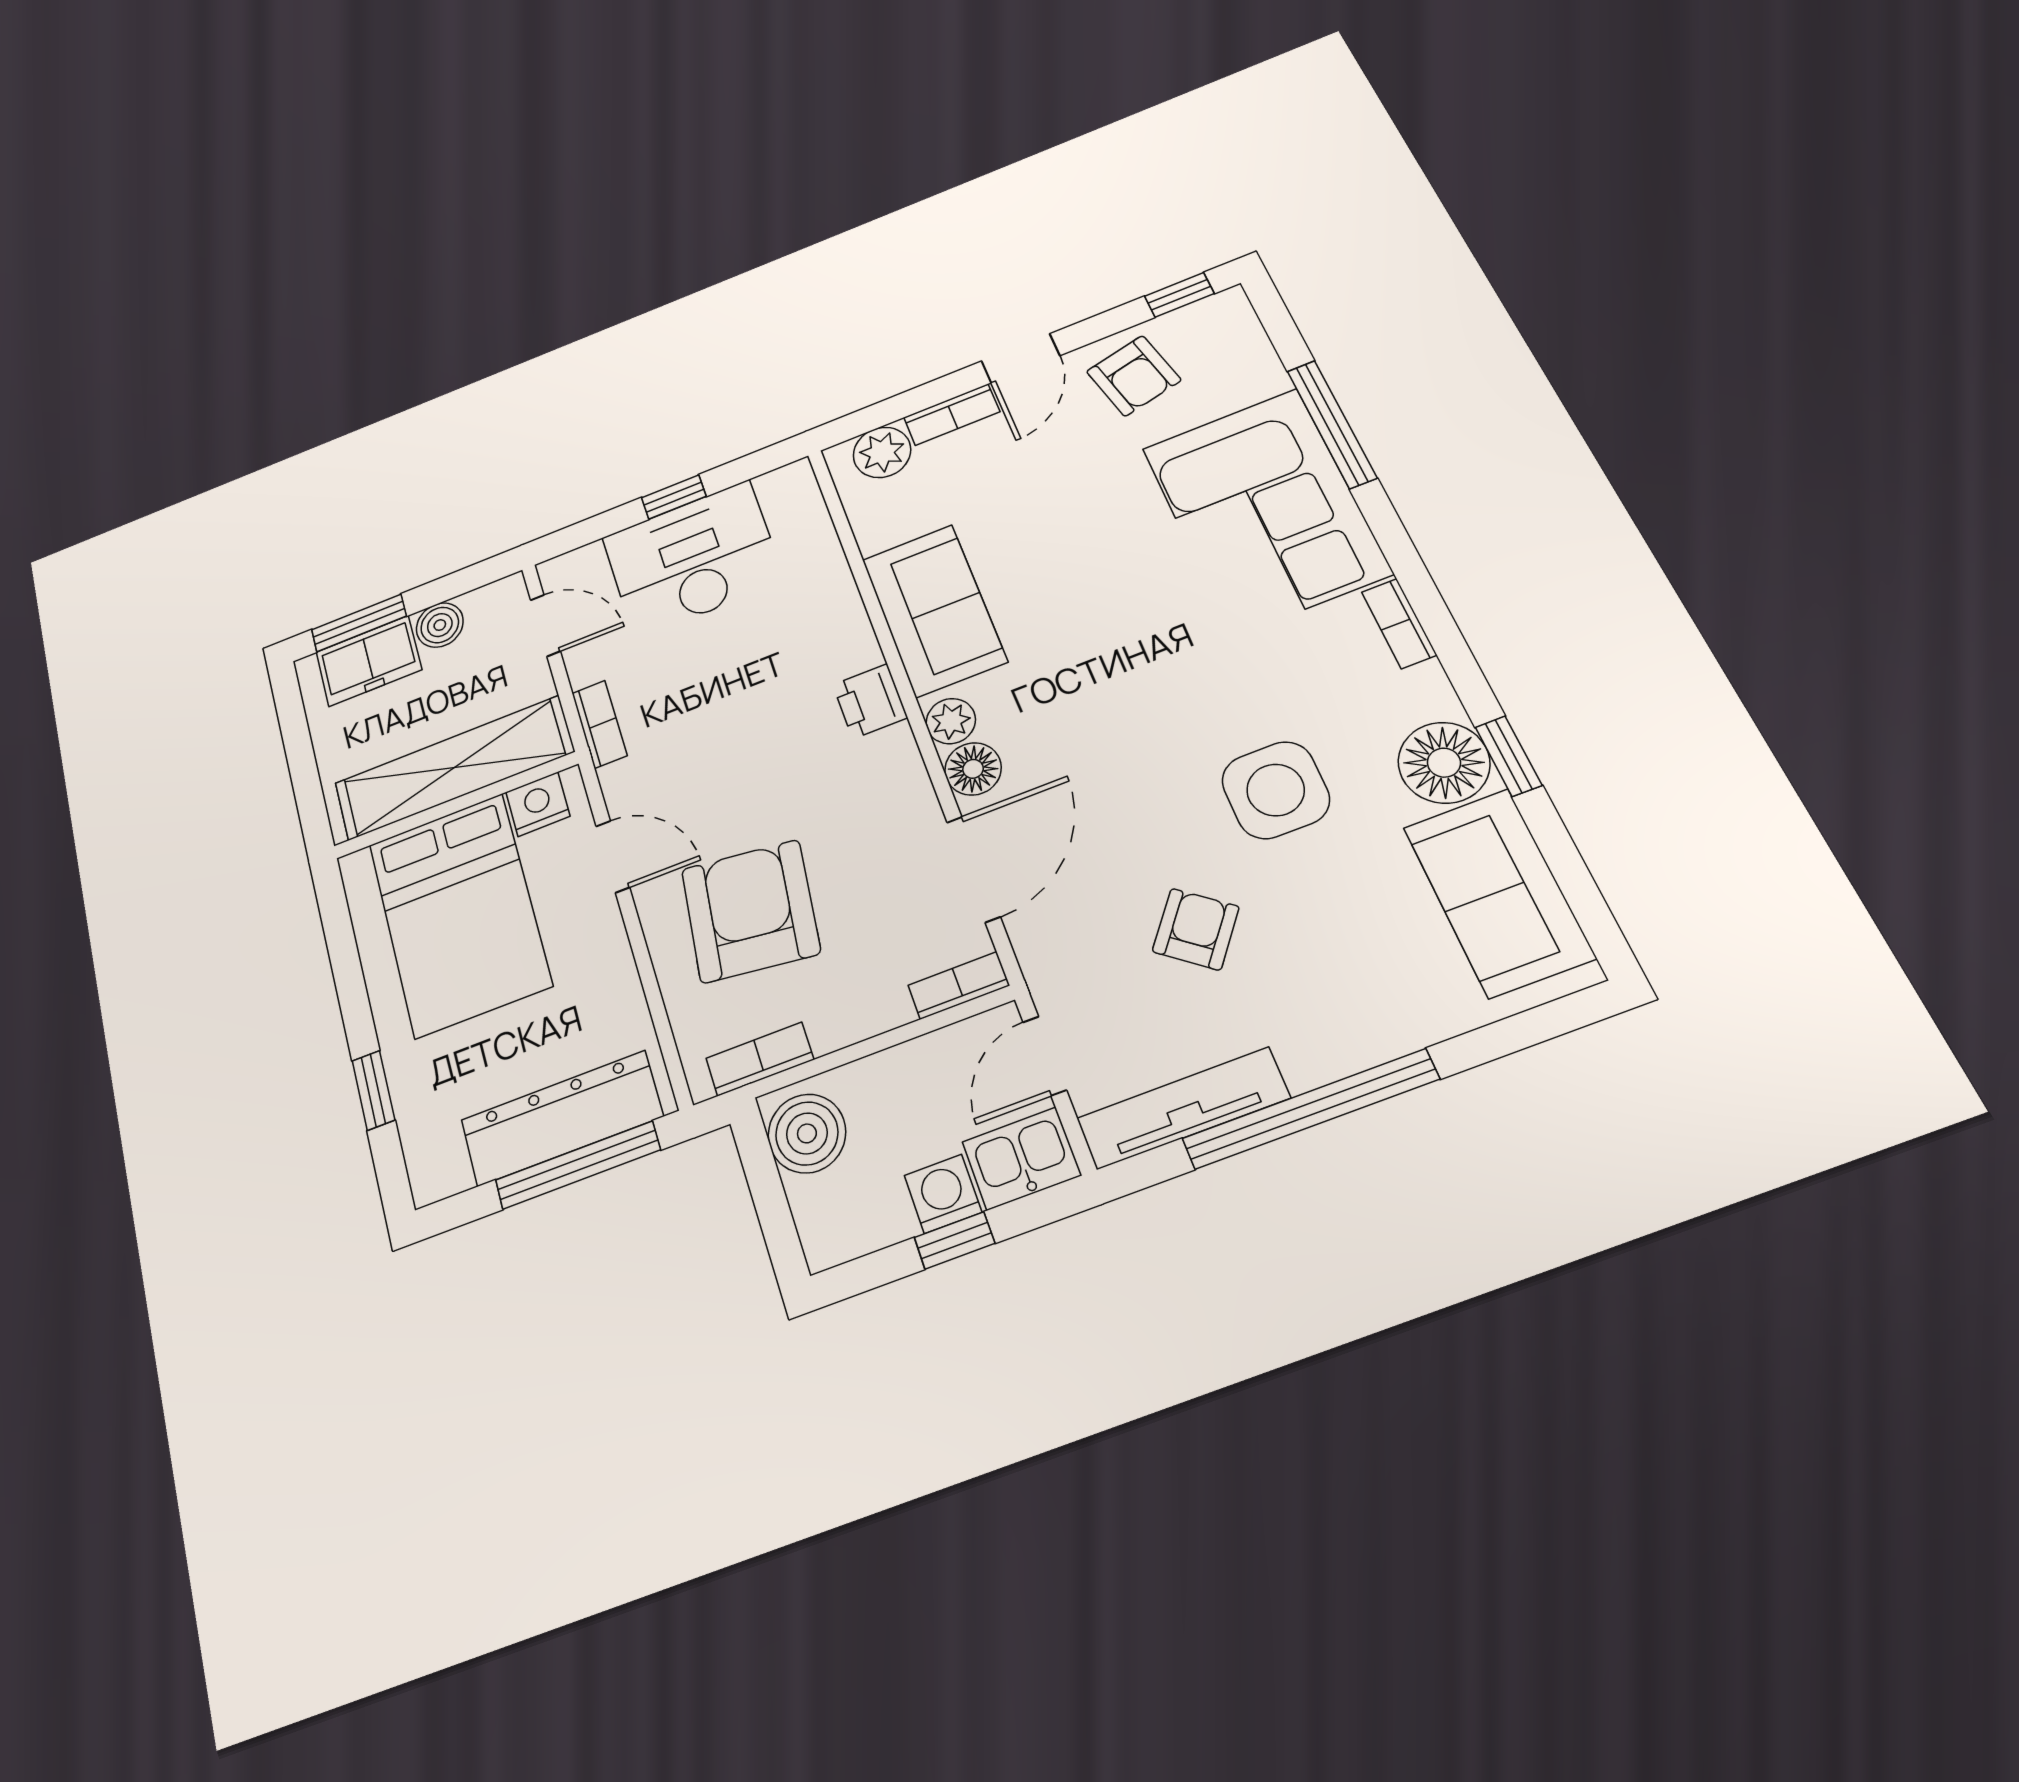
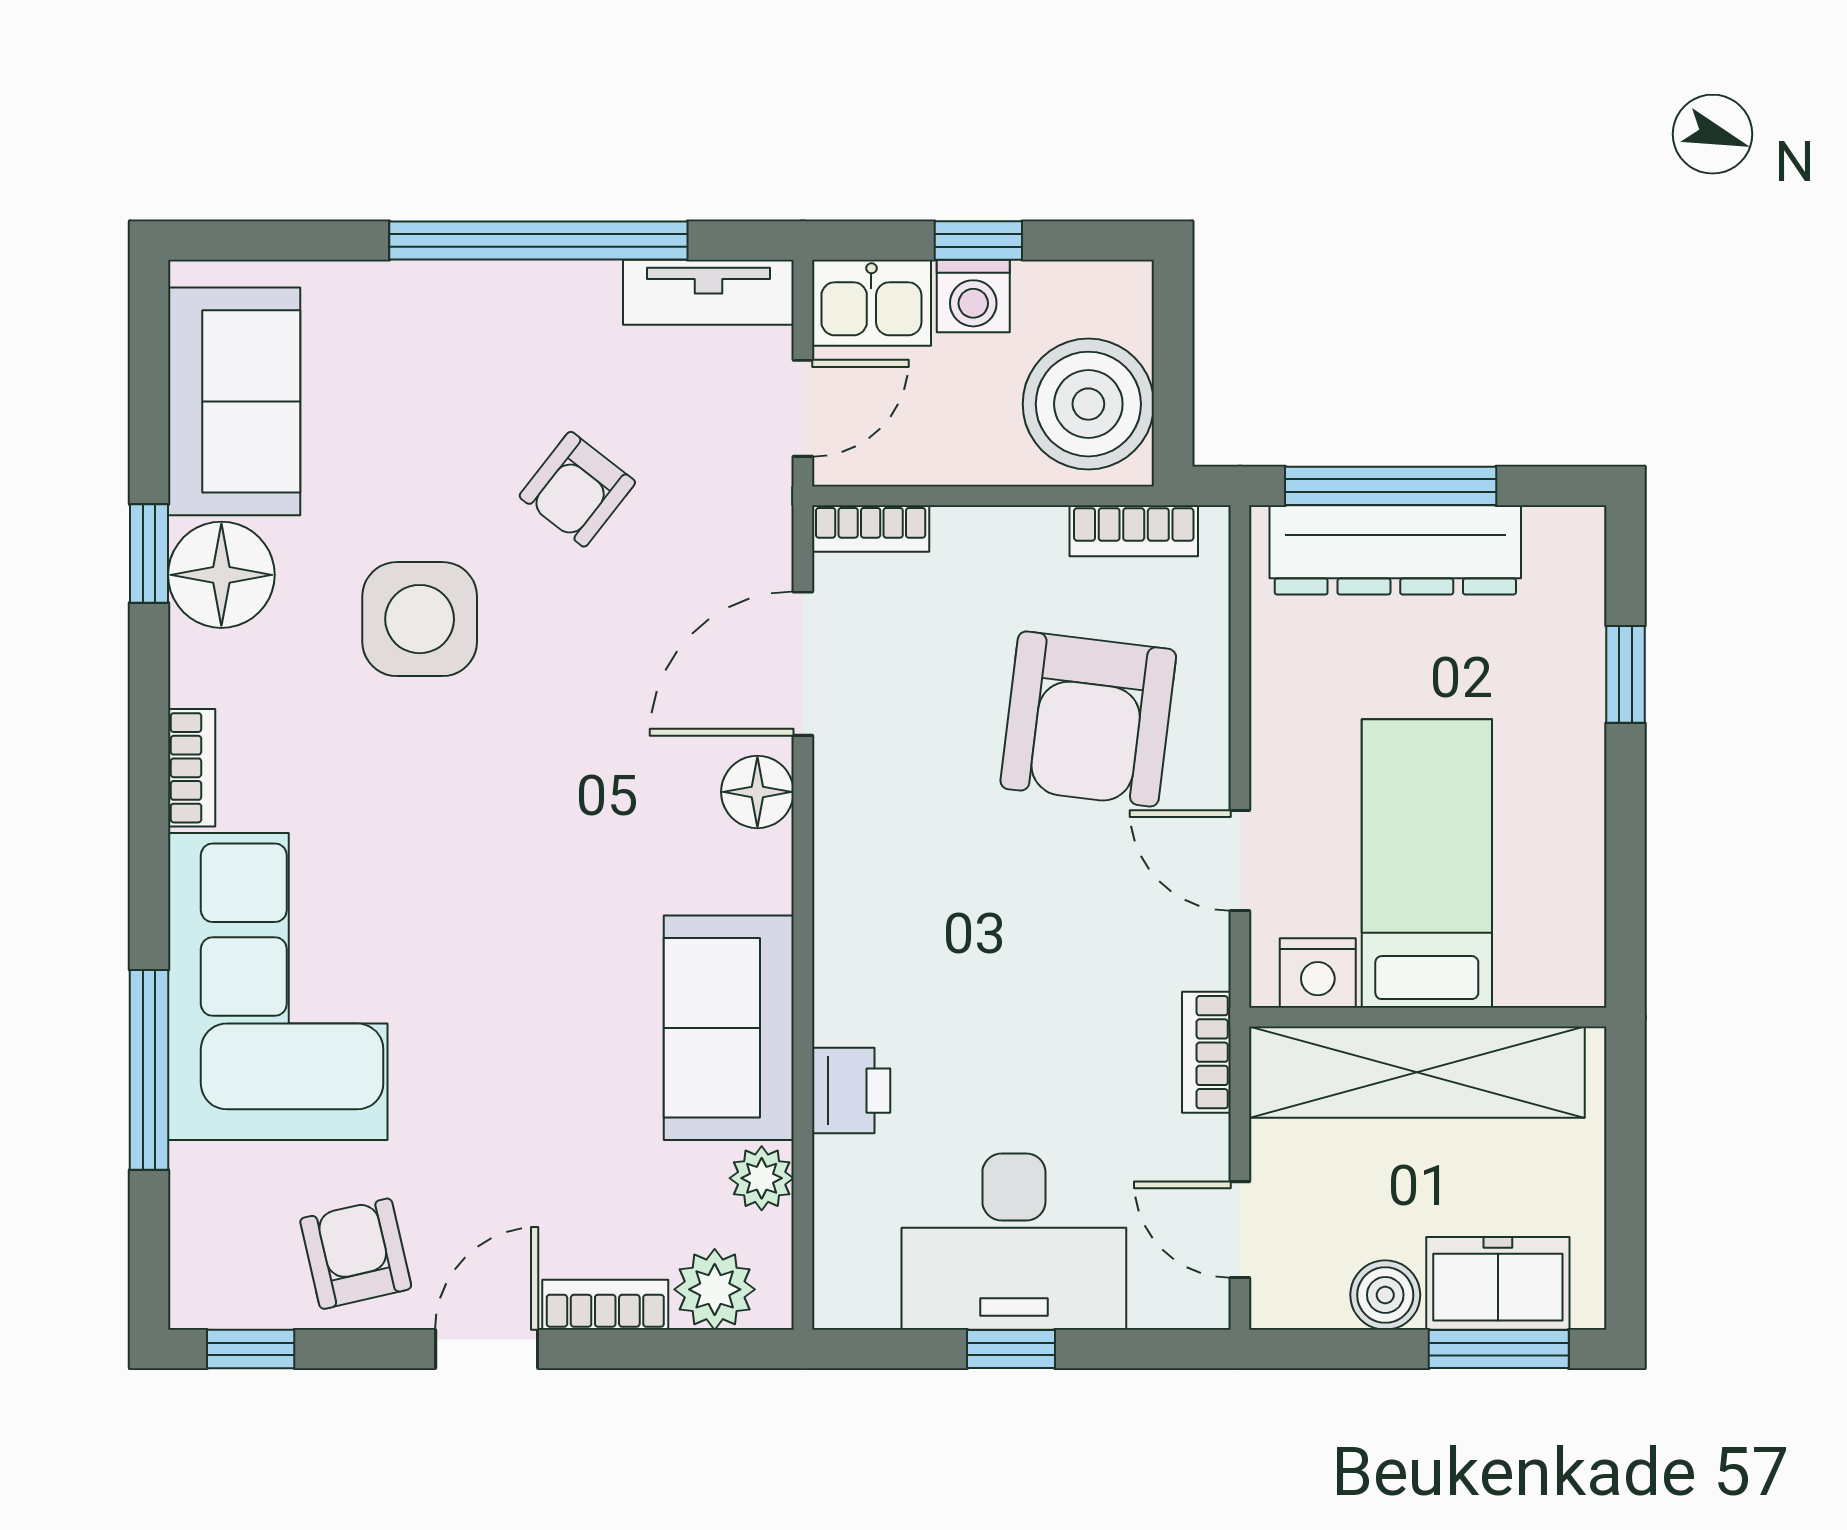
printer: (870, 701) -> (851, 1091), moved
plant: (951, 721) -> (762, 1178), moved
bed: (459, 914) -> (1427, 864), width x0.67
tv unit: (1183, 1108) -> (708, 292), width x0.71
boiler: (807, 1133) -> (1088, 404), width x1.37, depth x1.37

